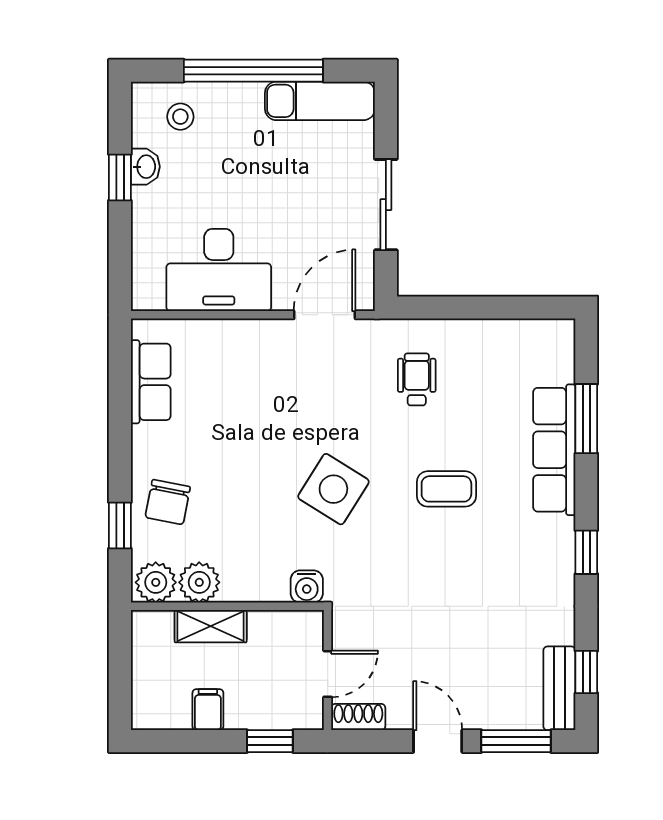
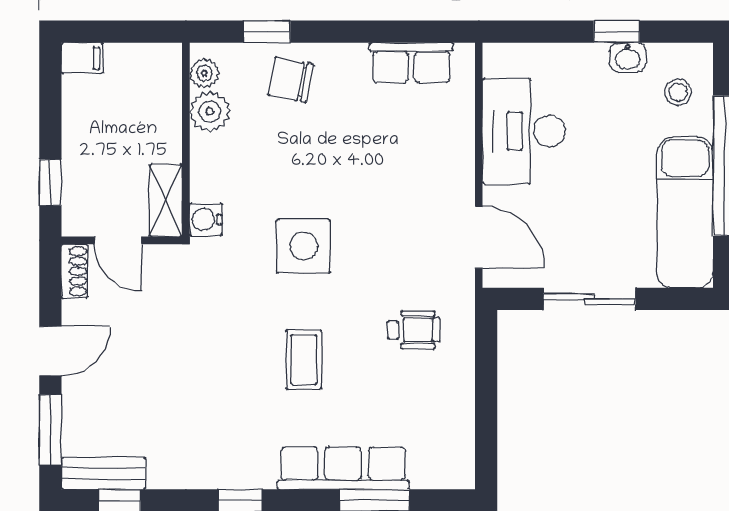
exam couch: (320, 101) -> (685, 213), width x1.36, depth x1.45
side table: (333, 489) -> (304, 246), turned -32
plant: (156, 582) -> (204, 73), width x0.73, depth x0.73
shelving: (211, 626) -> (166, 201), moved
filing cabinet: (208, 710) -> (82, 58), moved

